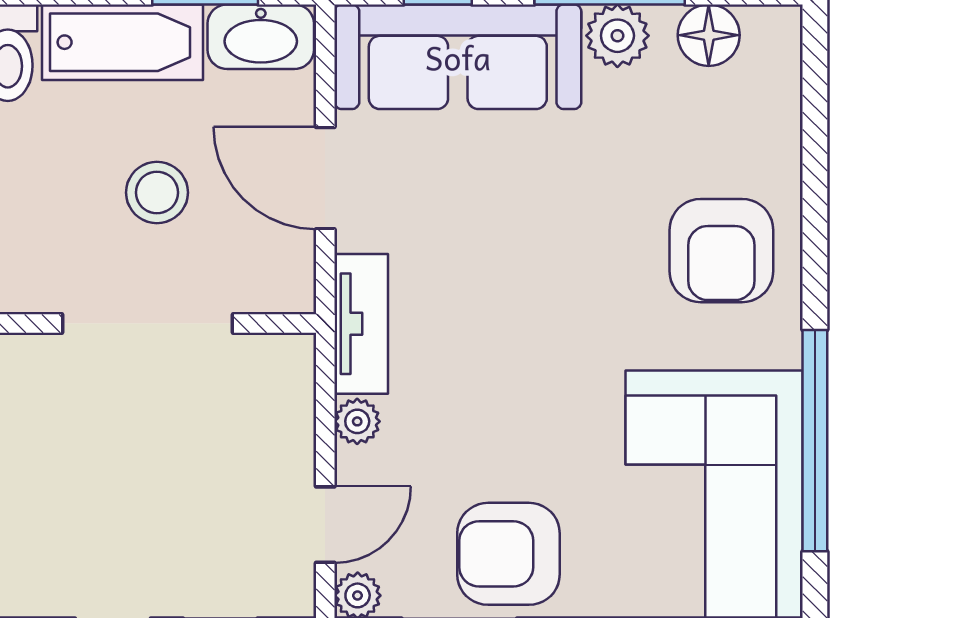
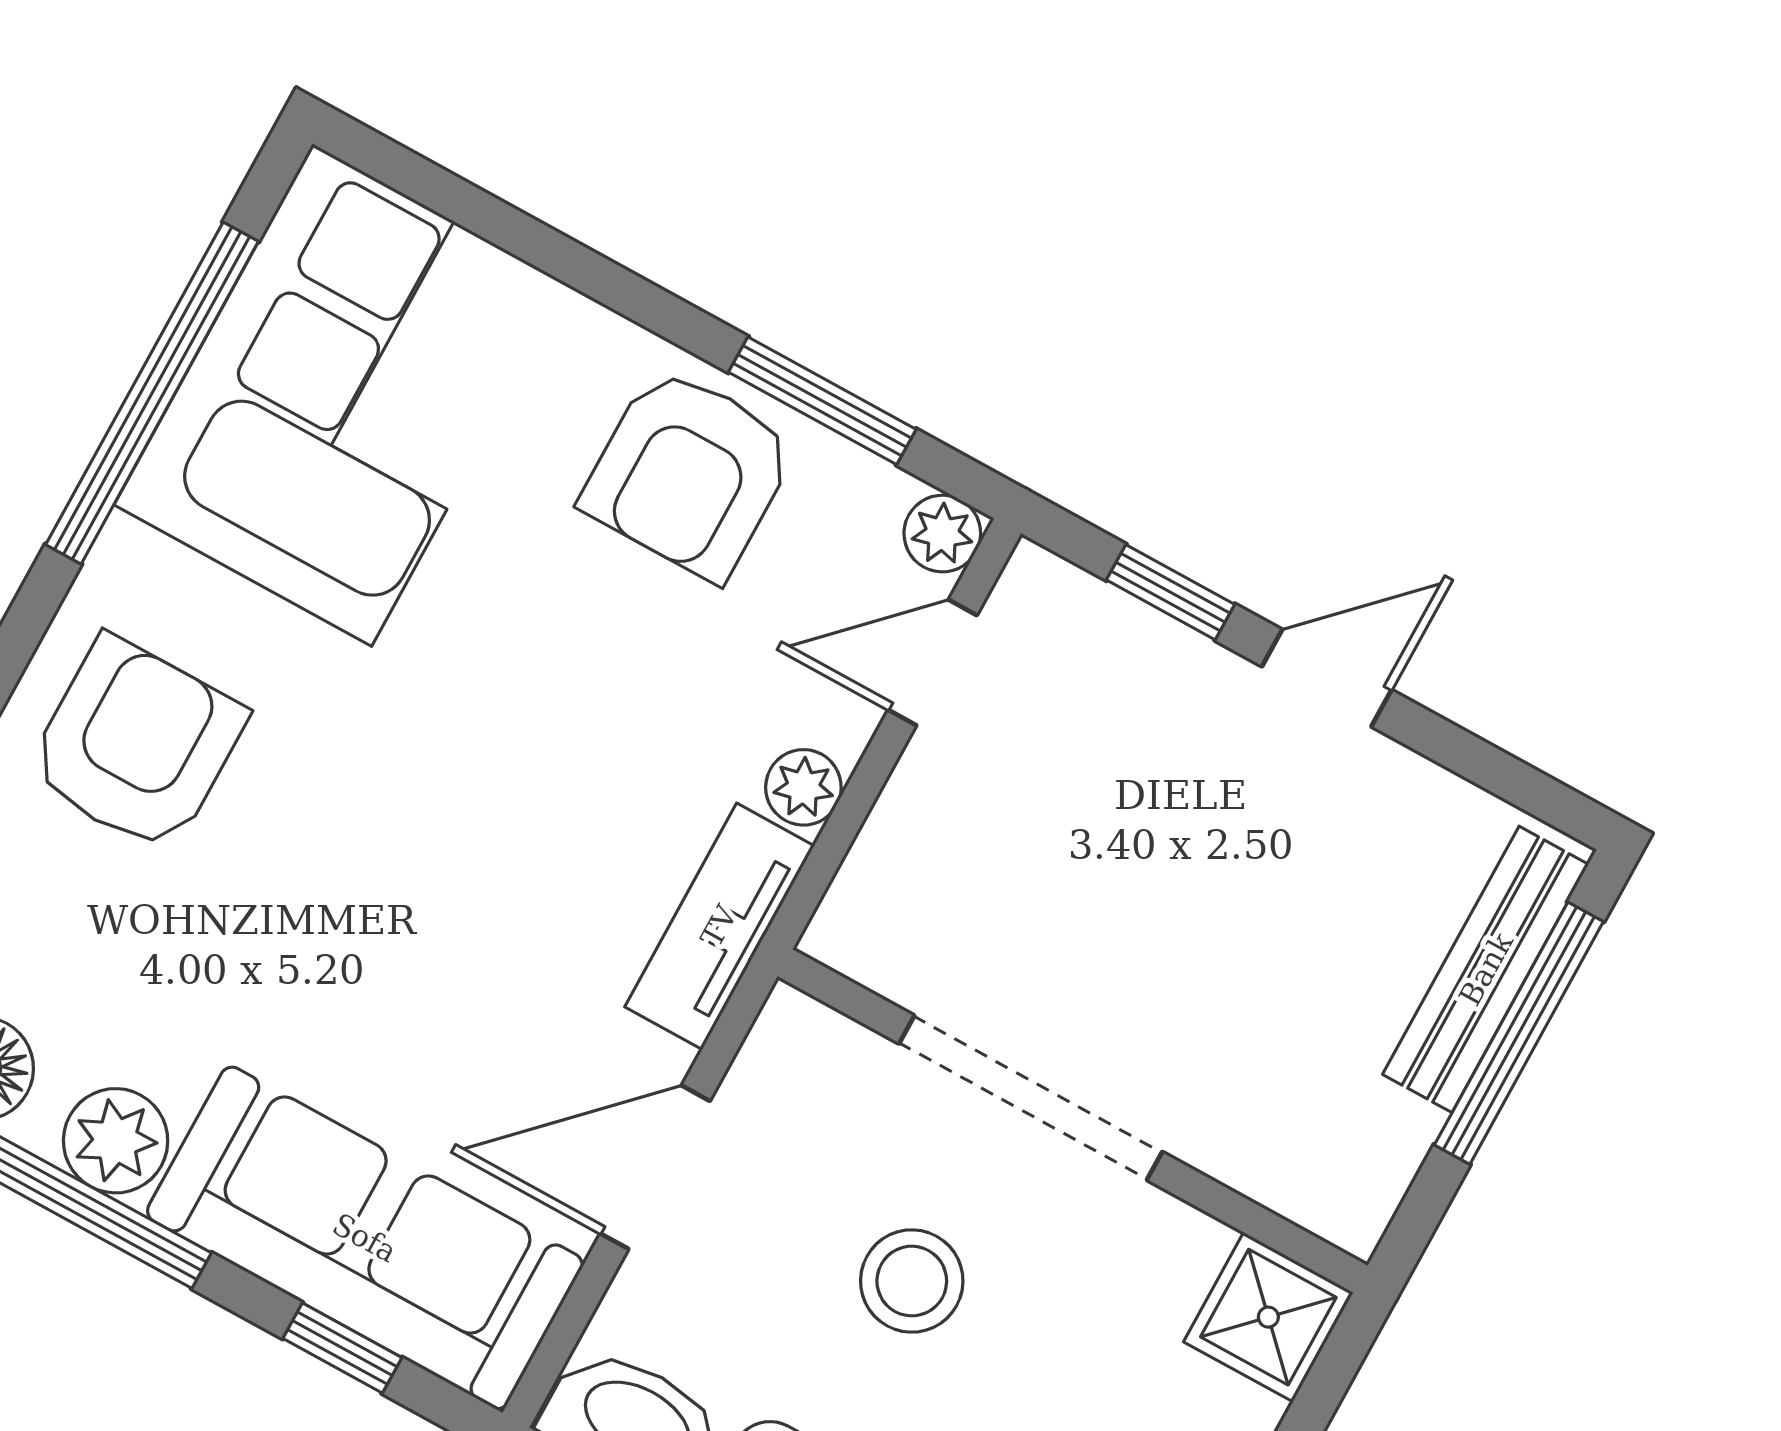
door: (325, 178) -> (655, 1167), swing flipped
armchair: (508, 554) -> (689, 473), turned 90

